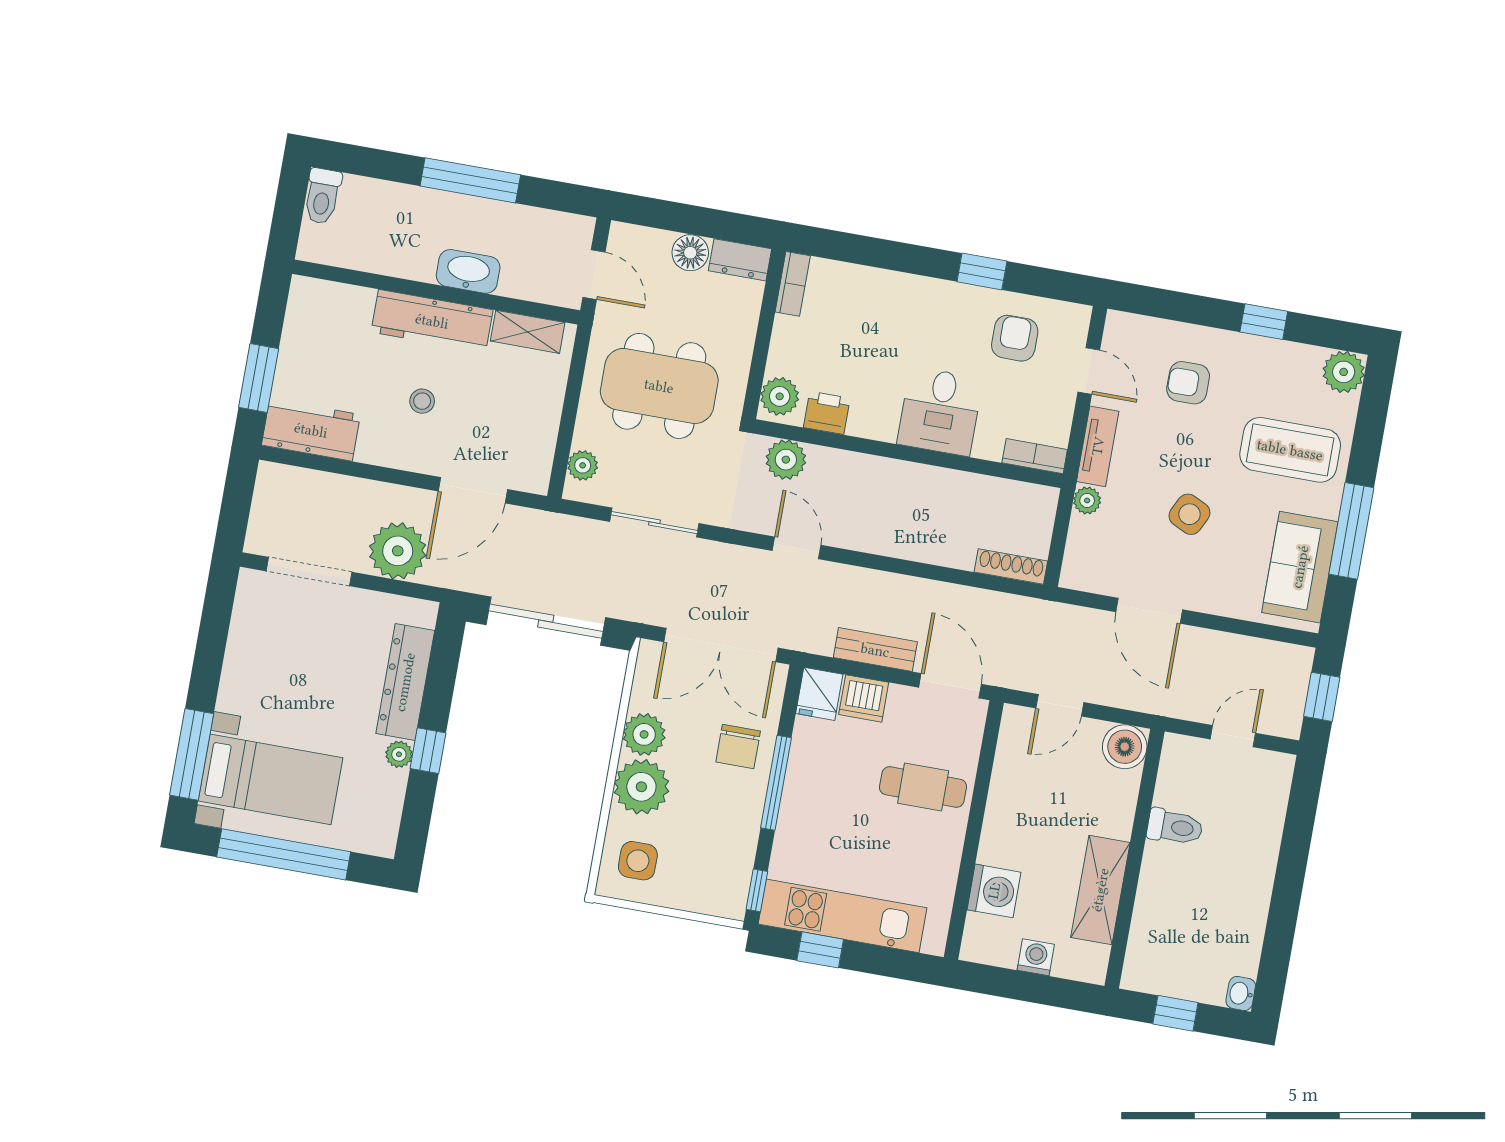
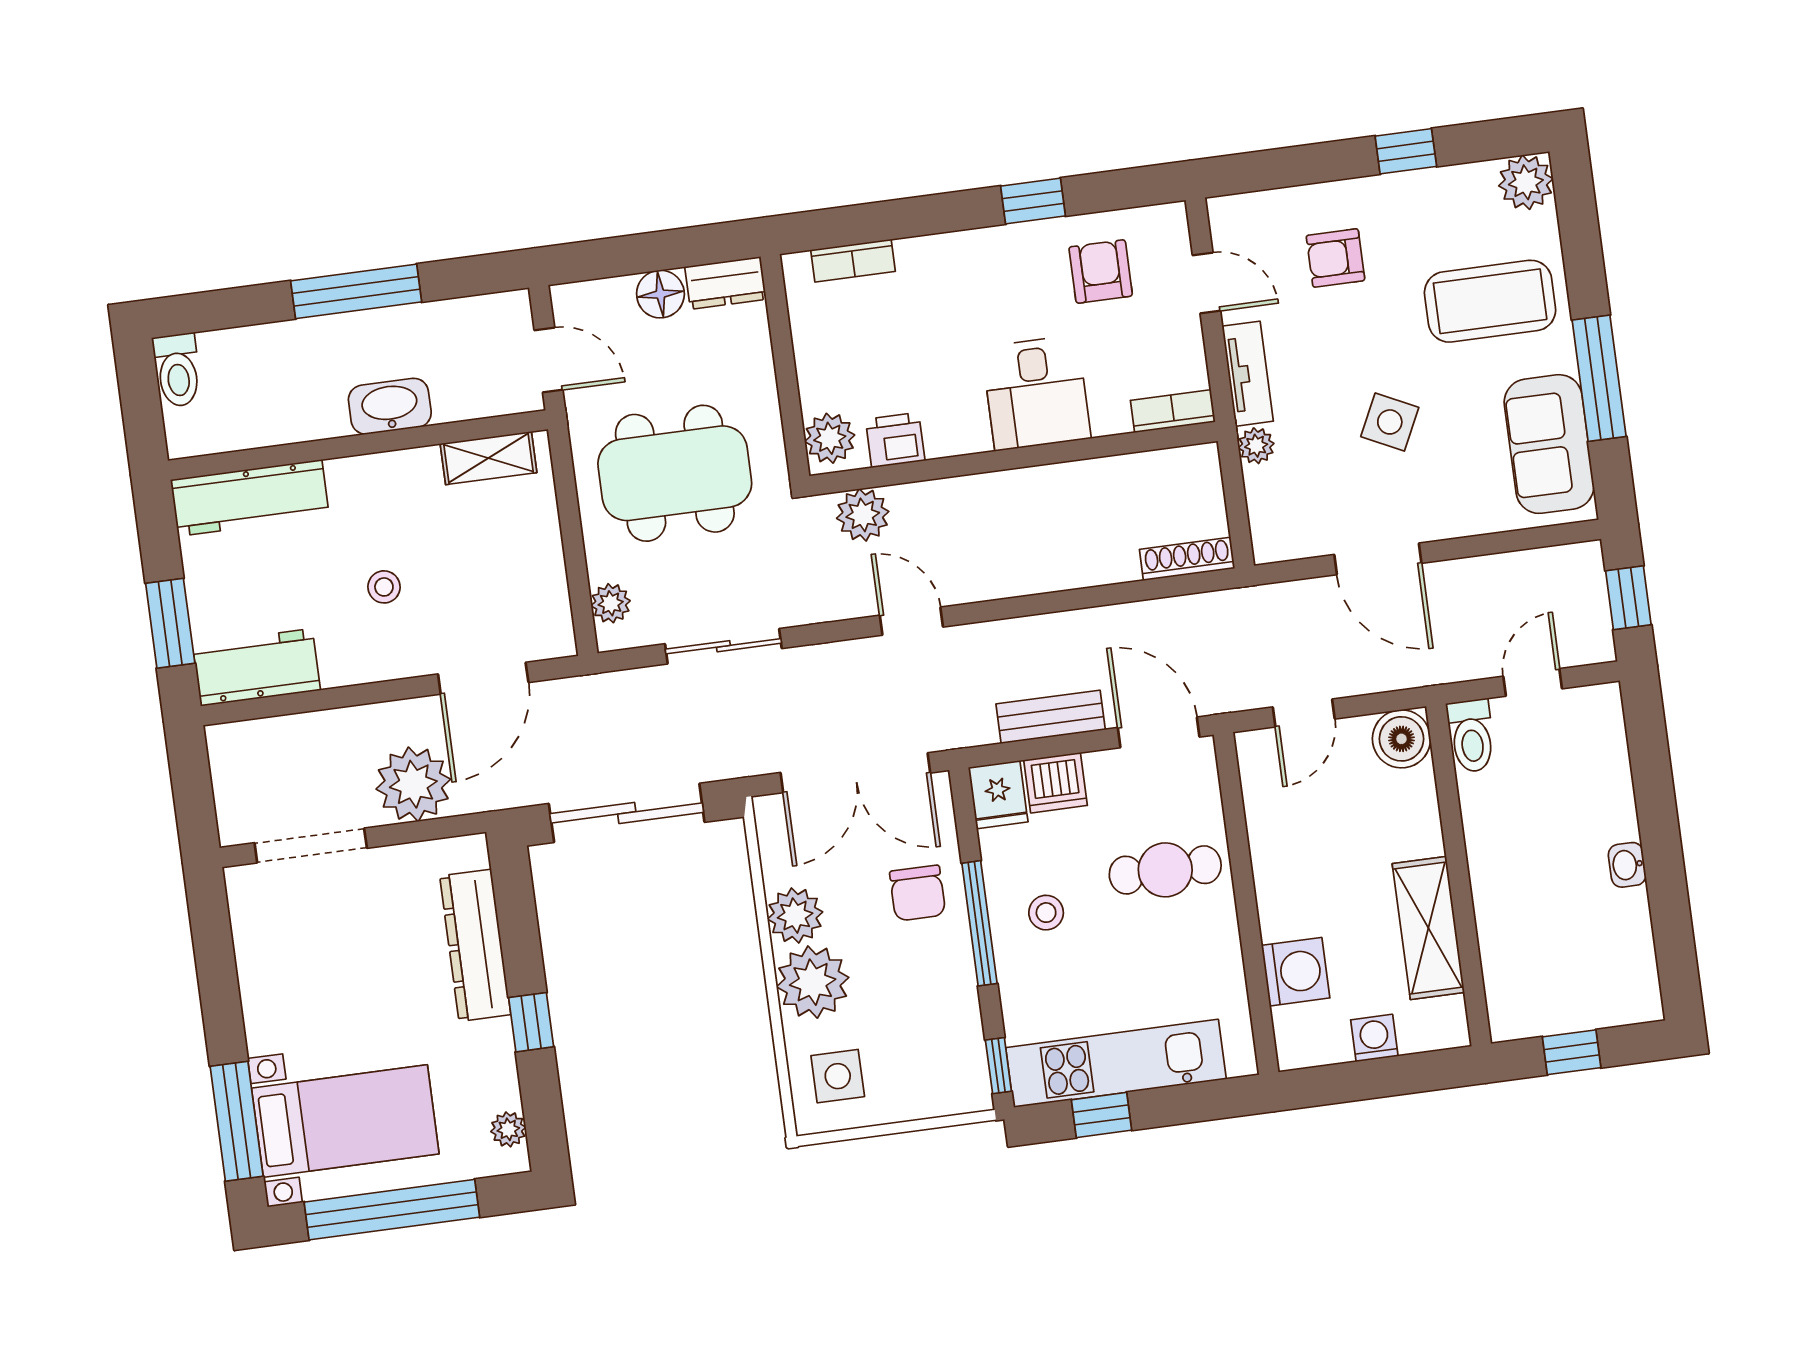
bookcase: (793, 284) -> (853, 261), moved, turned 90
workbench: (432, 321) -> (250, 498), moved
plant: (399, 754) -> (508, 1129), moved
stool: (827, 790) -> (1046, 913), added
toilet: (1175, 827) -> (1471, 736), moved, turned 90
washbasin: (1241, 994) -> (1627, 865), moved

